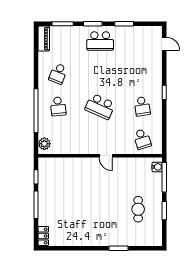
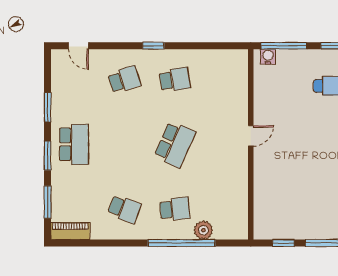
door: (164, 44) -> (78, 46), swing flipped
school desk: (142, 139) -> (124, 80), moved
plant: (44, 144) -> (203, 230), moved

